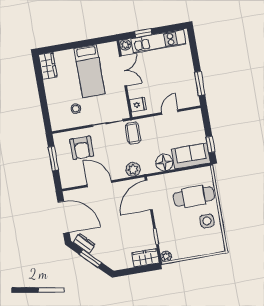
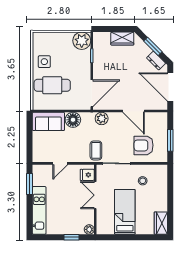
kitchen unit: (158, 41) -> (39, 210), moved, turned 90
double door: (123, 71) -> (95, 195), moved
window: (210, 144) -> (30, 129), removed
armchair: (82, 148) -> (144, 145), turned -90
plant: (166, 256) -> (82, 41), width x1.87, depth x1.87
wardrobe: (145, 258) -> (122, 38), moved

